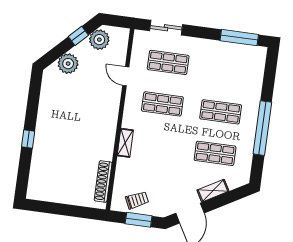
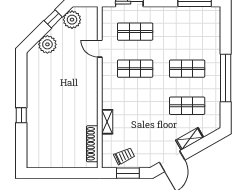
shelving: (125, 143) -> (107, 122), moved

